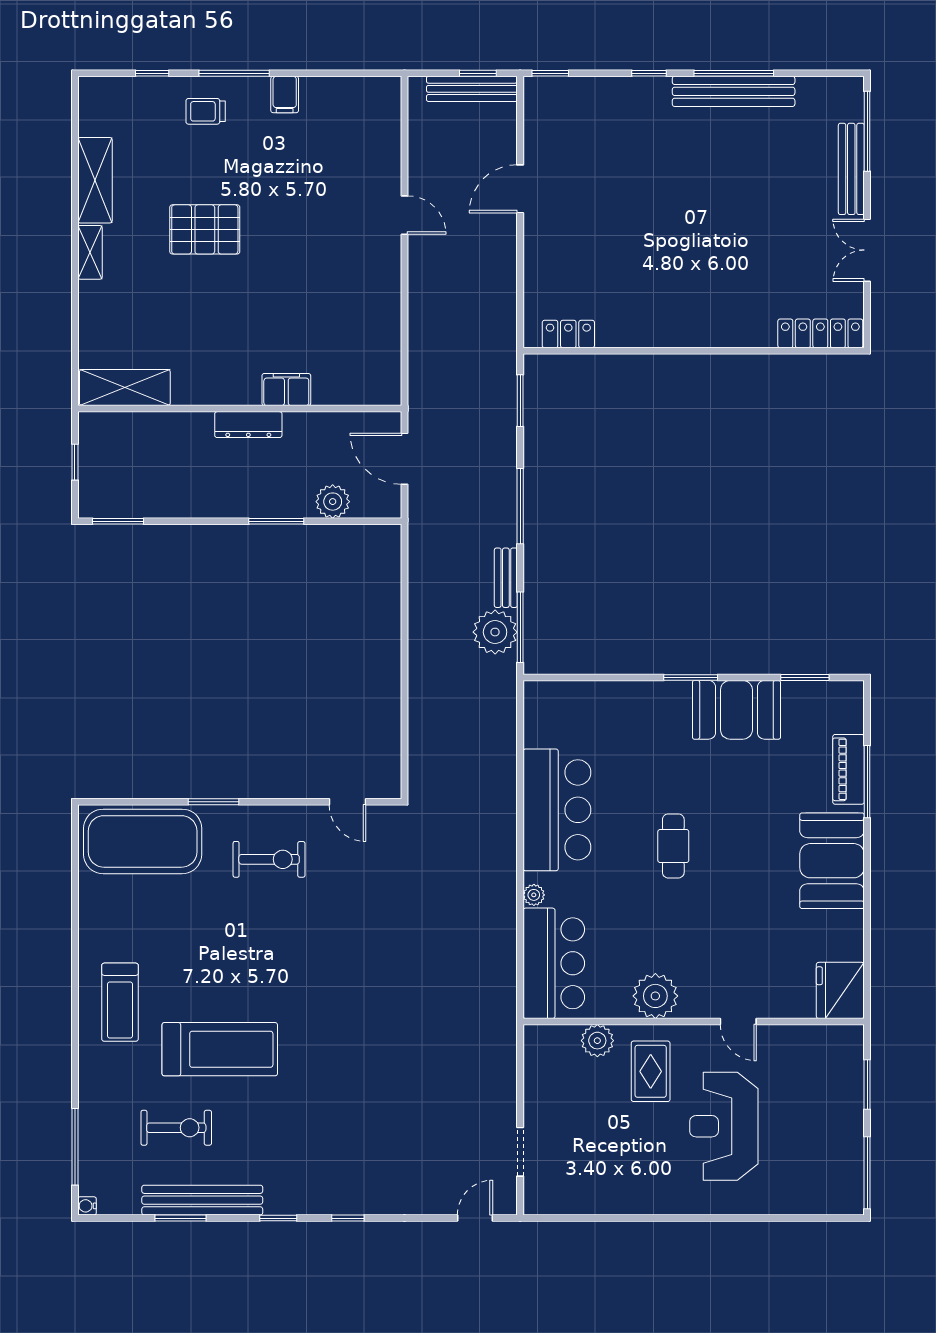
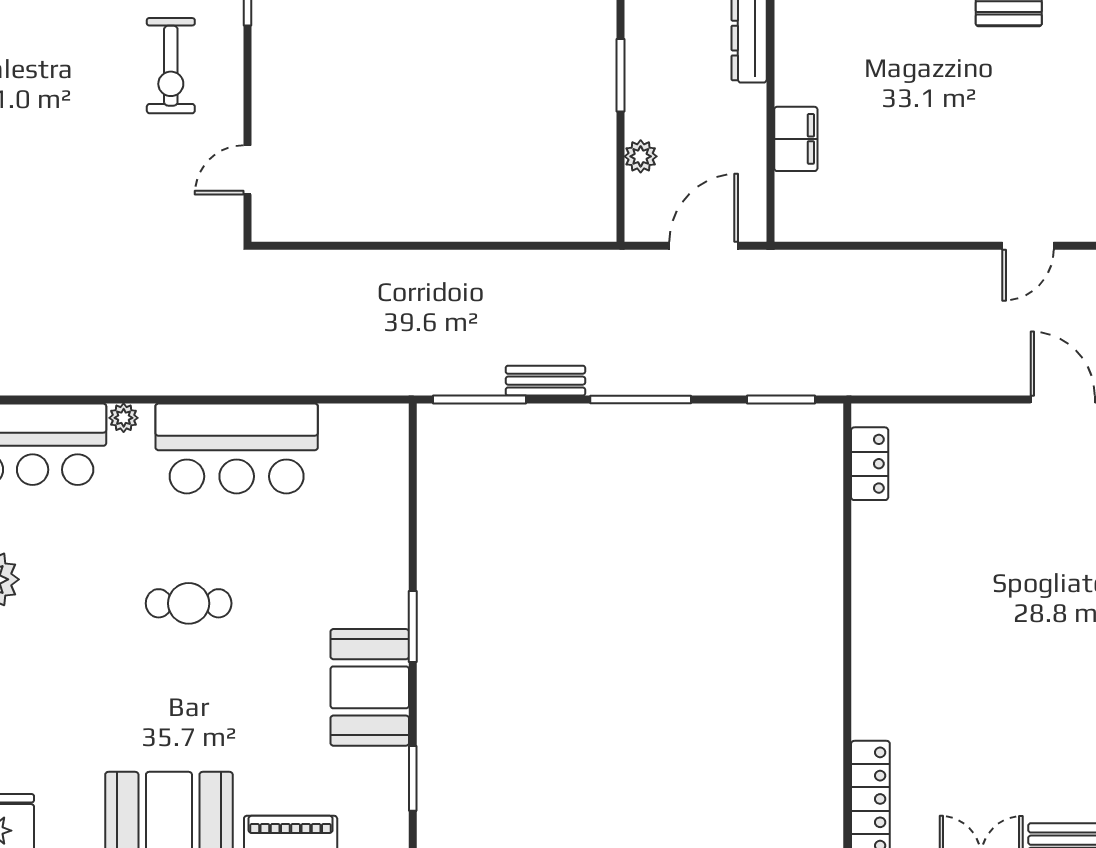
filing cabinet: (286, 390) -> (796, 139), moved
plant: (333, 502) -> (641, 156), width x0.73, depth x0.73
plant: (495, 632) -> (473, 366), removed

